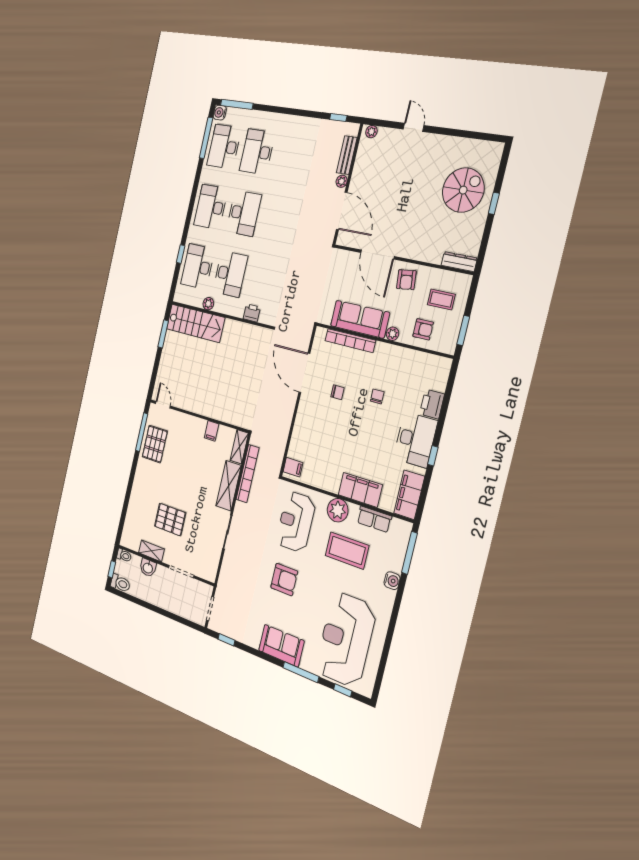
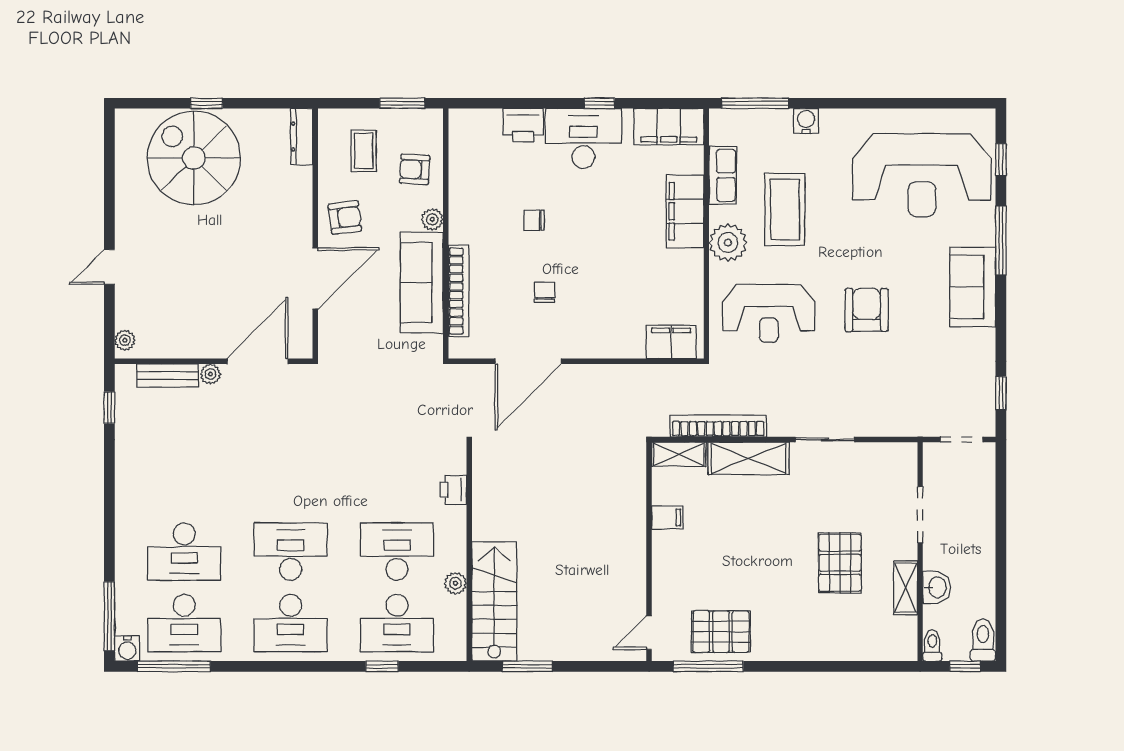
spiral stairs: (463, 190) -> (194, 158), width x1.37, depth x1.37
armchair: (423, 329) -> (415, 169), turned -87
filing cabinet: (293, 467) -> (671, 342), width x2.00

